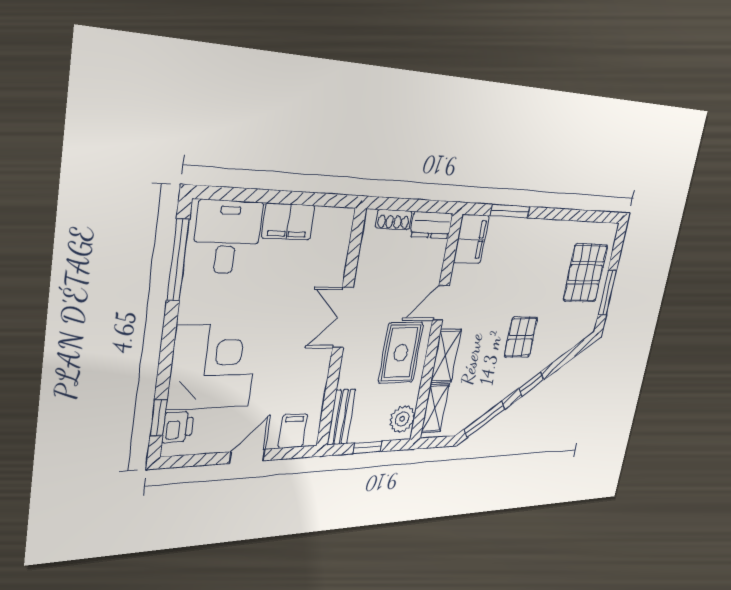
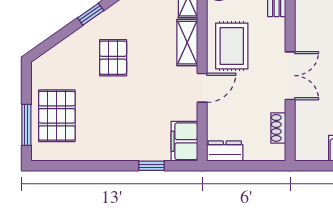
window: (510, 211) -> (151, 166), width x0.67
shoe rack: (394, 220) -> (278, 128), moved, turned -90
window: (607, 293) -> (26, 125), moved

